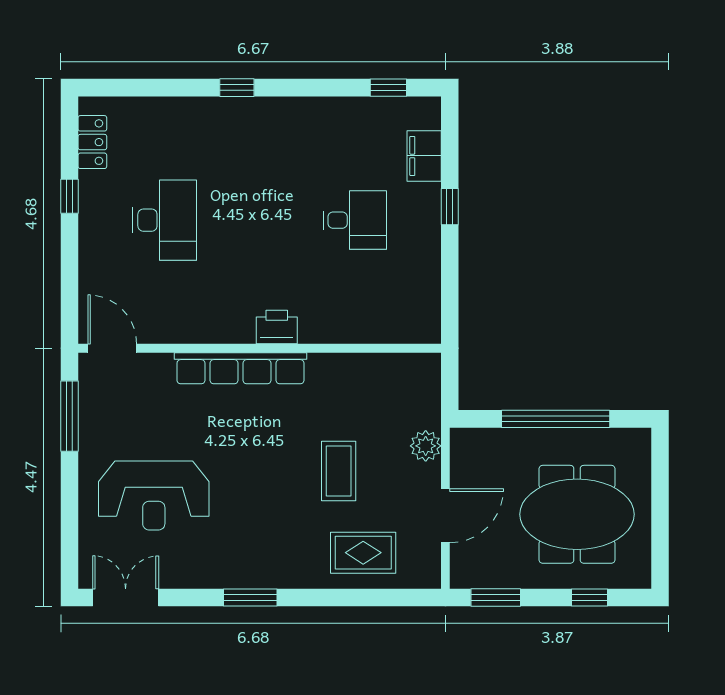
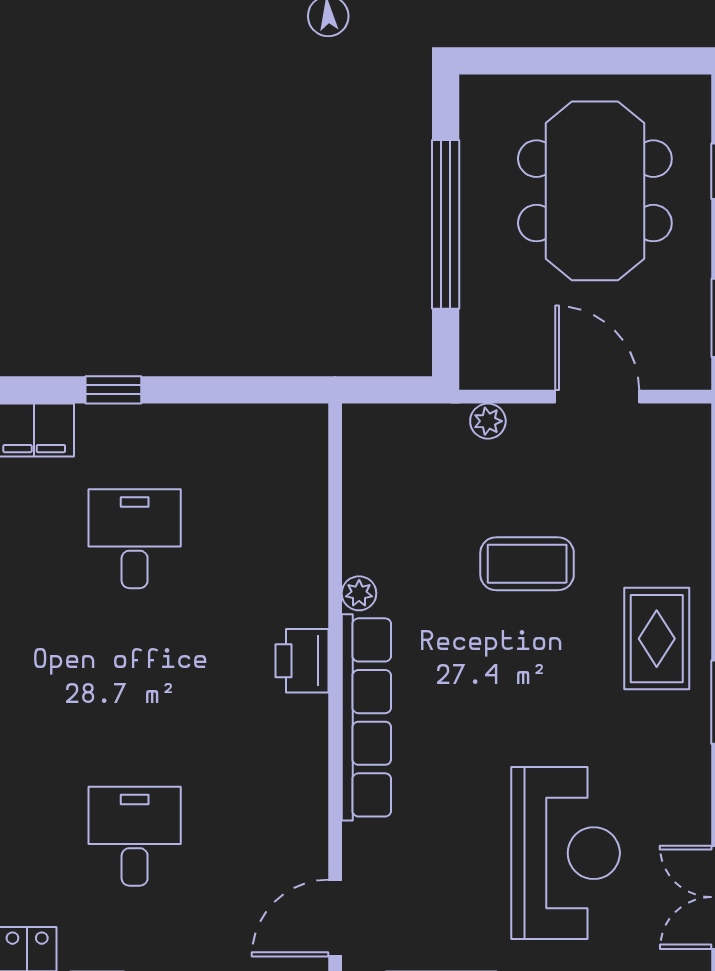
desk: (165, 220) -> (135, 836), width x0.73
plant: (320, 364) -> (359, 593), added
plant: (426, 446) -> (488, 421), width x0.73, depth x0.73
rug: (363, 553) -> (657, 639), moved

